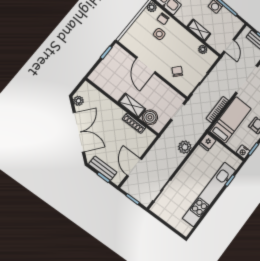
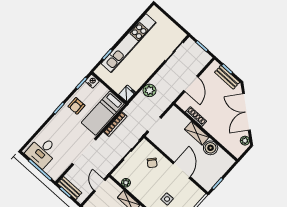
boiler: (150, 117) -> (211, 148), moved
door: (134, 167) -> (191, 84), moved

